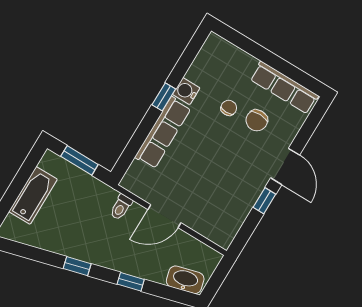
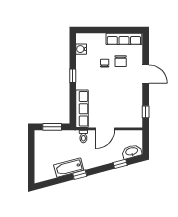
water cooler: (186, 91) -> (81, 49), moved
row of seats: (163, 133) -> (82, 109), moved
bathtub: (33, 195) -> (69, 168), moved, turned -105
window: (264, 201) -> (146, 112), moved
window: (131, 282) -> (120, 164), moved

